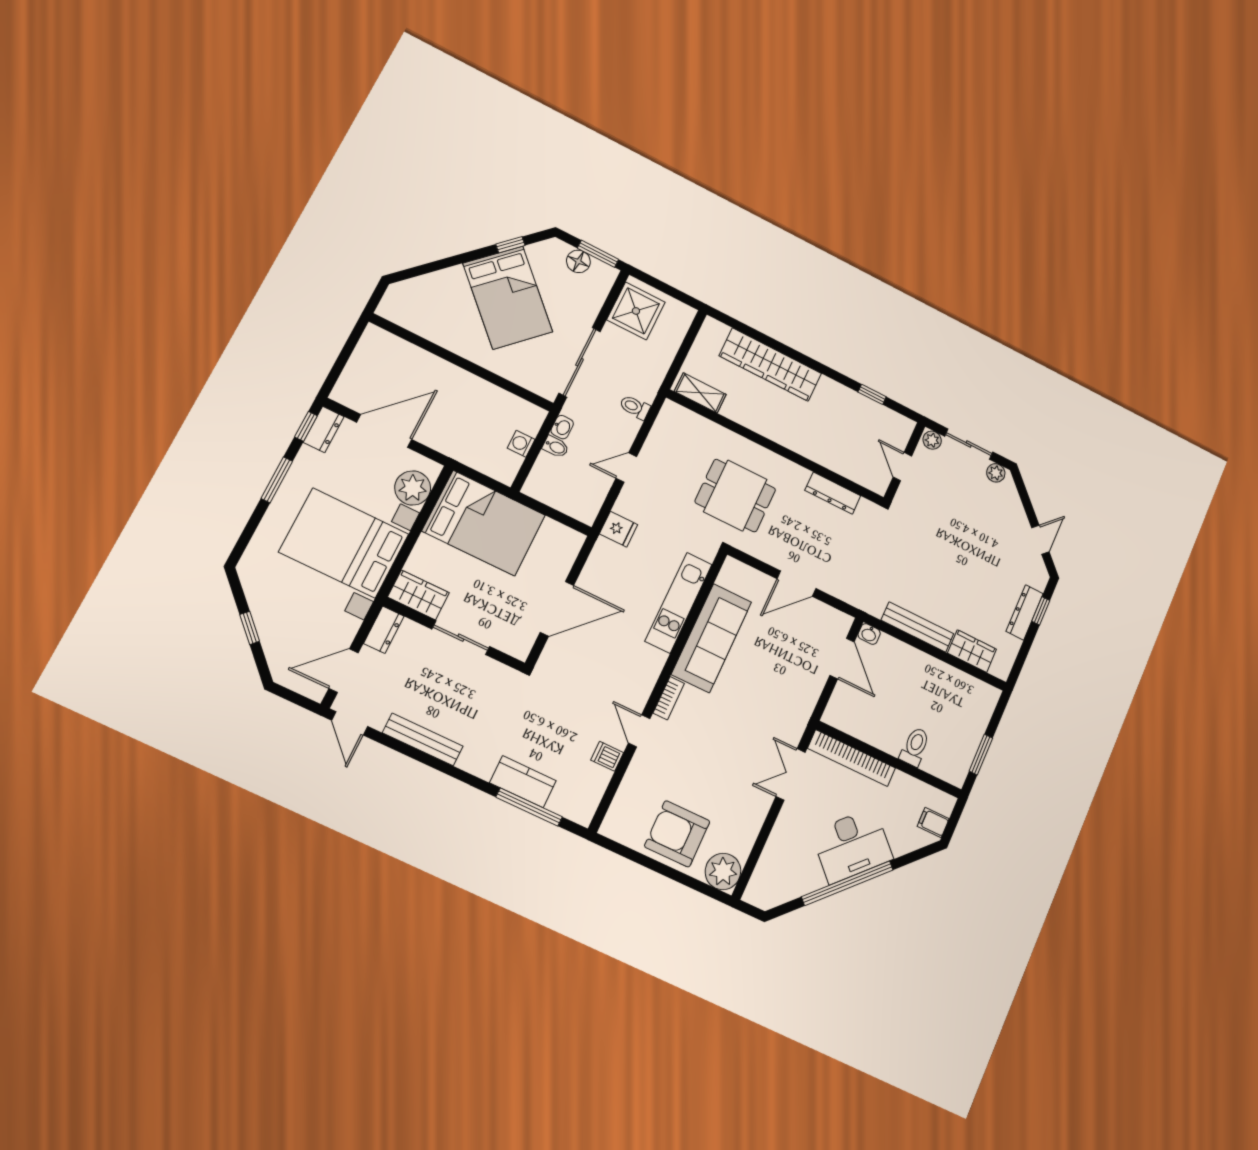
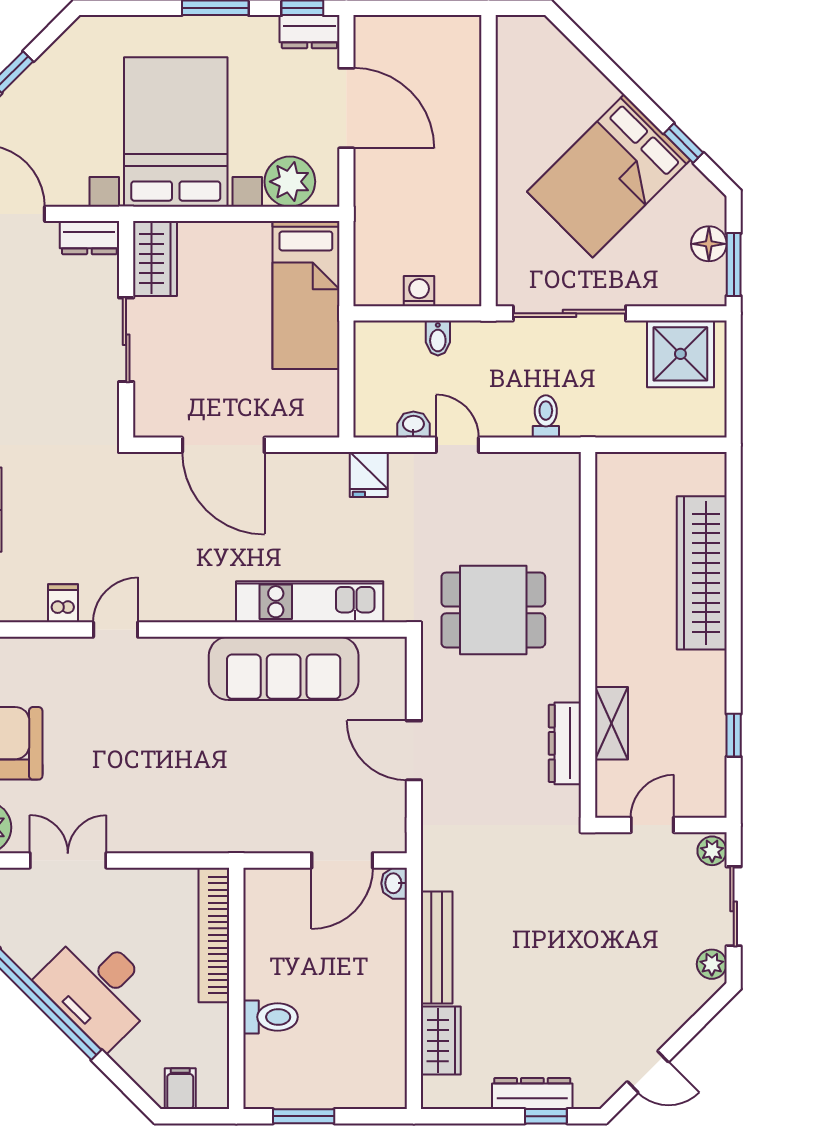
shelving: (700, 393) -> (611, 723), moved
washbasin: (562, 427) -> (413, 425), moved, turned 180
dining table: (735, 496) -> (493, 610), turned 90
bed: (484, 523) -> (306, 295), width x0.67
bookcase: (669, 698) -> (177, 648), removed
double door: (791, 774) -> (68, 860), moved

